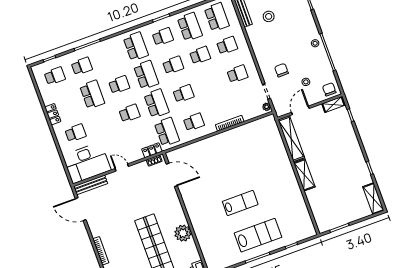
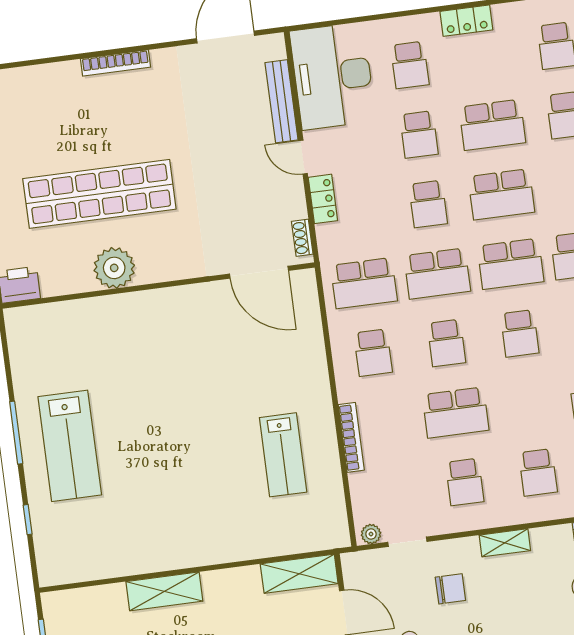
shelving: (258, 52) -> (505, 543), added
school desk: (200, 55) -> (456, 412), moved, width x1.85
school desk: (119, 85) -> (501, 194), width x1.85
school desk: (103, 123) -> (419, 135), added
shelving: (291, 139) -> (299, 574), width x0.68
locker: (152, 150) -> (323, 199), moved
door: (122, 167) -> (303, 157), swing flipped
door: (172, 175) -> (259, 272), hinge flipped
shelving: (304, 175) -> (164, 591), moved
bench: (91, 185) -> (282, 101), moved
lab bench: (240, 203) -> (283, 455), moved

